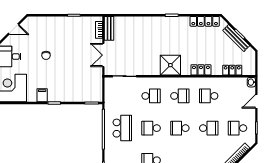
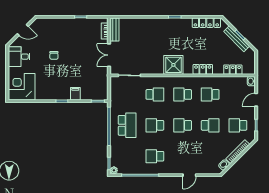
filing cabinet: (42, 95) -> (75, 94), moved
school desk: (180, 96) -> (183, 94), turned 180

